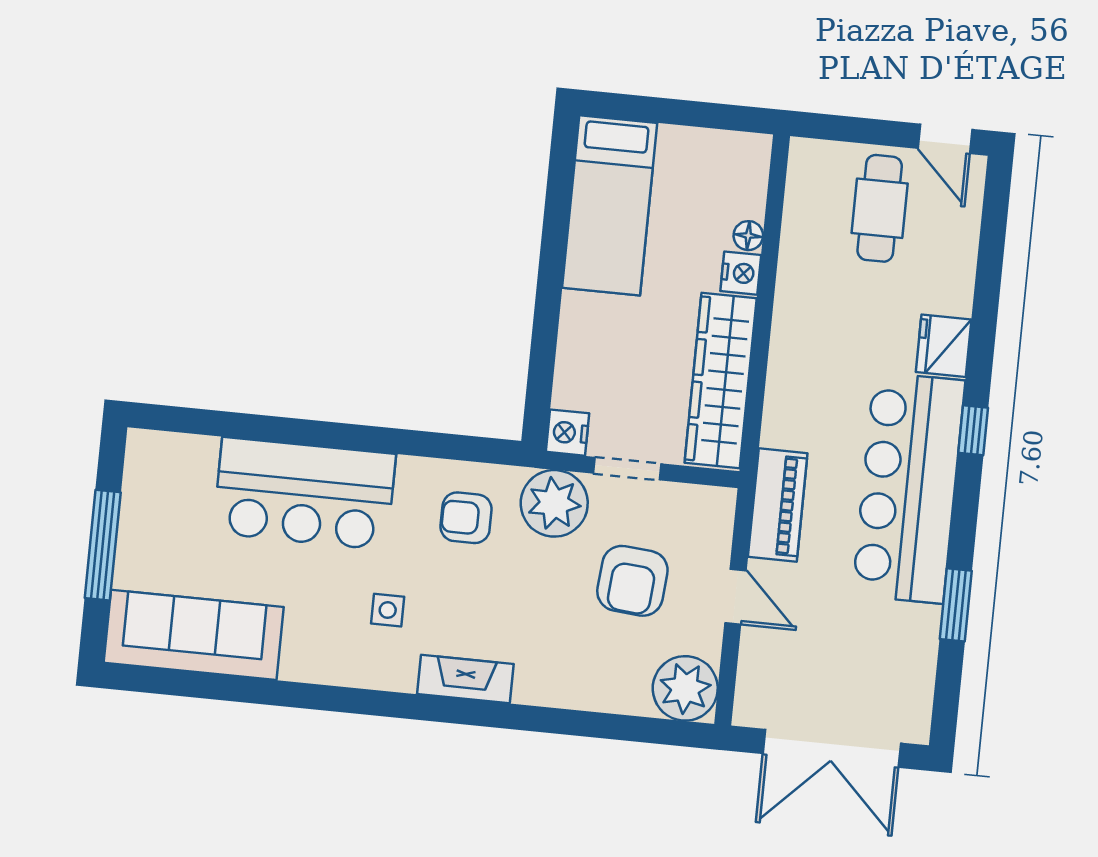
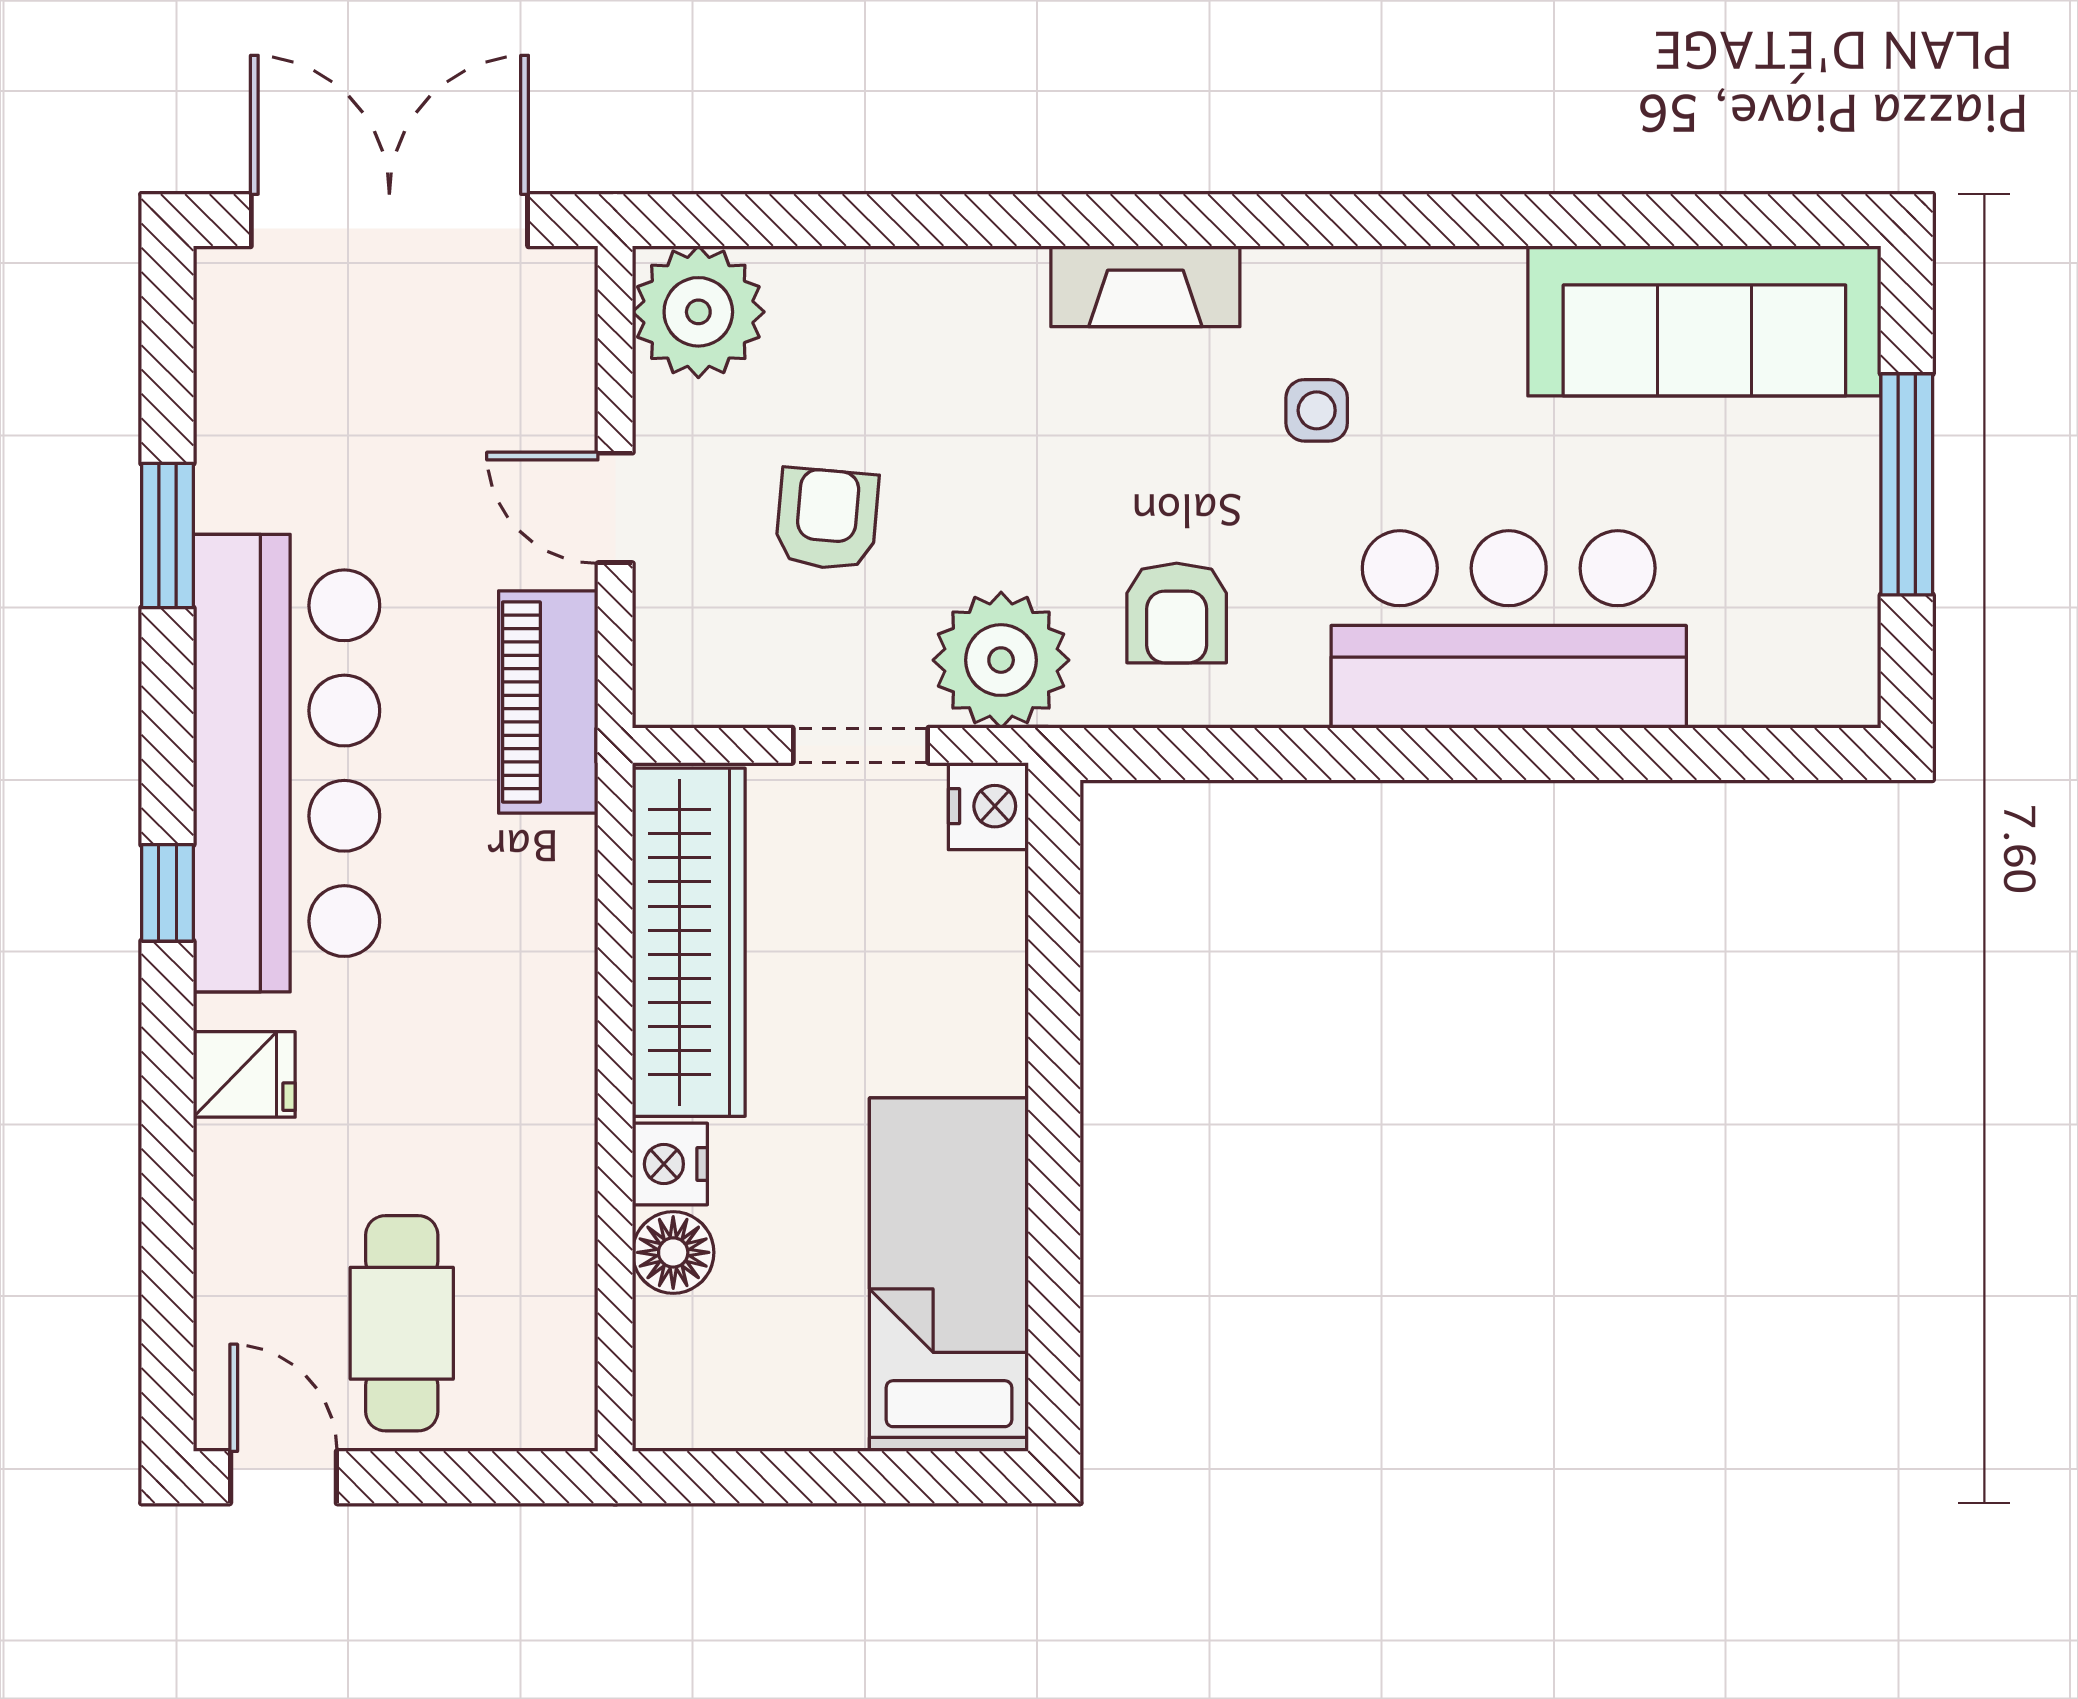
floor lamp: (748, 236) -> (673, 1252), width x1.37, depth x1.37
fridge: (944, 346) -> (244, 1074), width x0.72
armchair: (466, 518) -> (1177, 613), turned 90
armchair: (632, 581) -> (827, 519), width x0.72, depth x0.72

